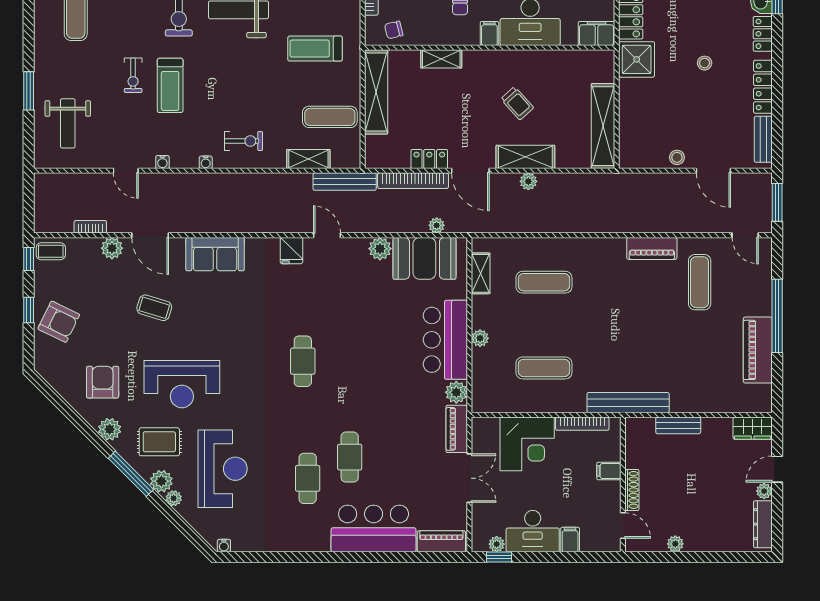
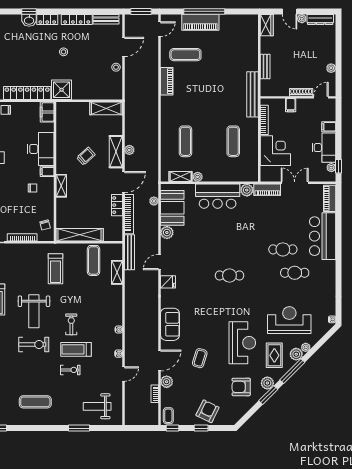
shelving: (441, 59) -> (61, 186), moved
treadmill: (170, 85) -> (76, 349), turned 180
weight bench: (68, 123) -> (97, 406), turned 180
shelving: (603, 126) -> (106, 108), width x0.68
exercise bike: (244, 141) -> (71, 324), moved
plant: (480, 338) -> (198, 177), moved
piano: (758, 350) -> (200, 22), moved
window: (88, 431) -> (268, 395), added

